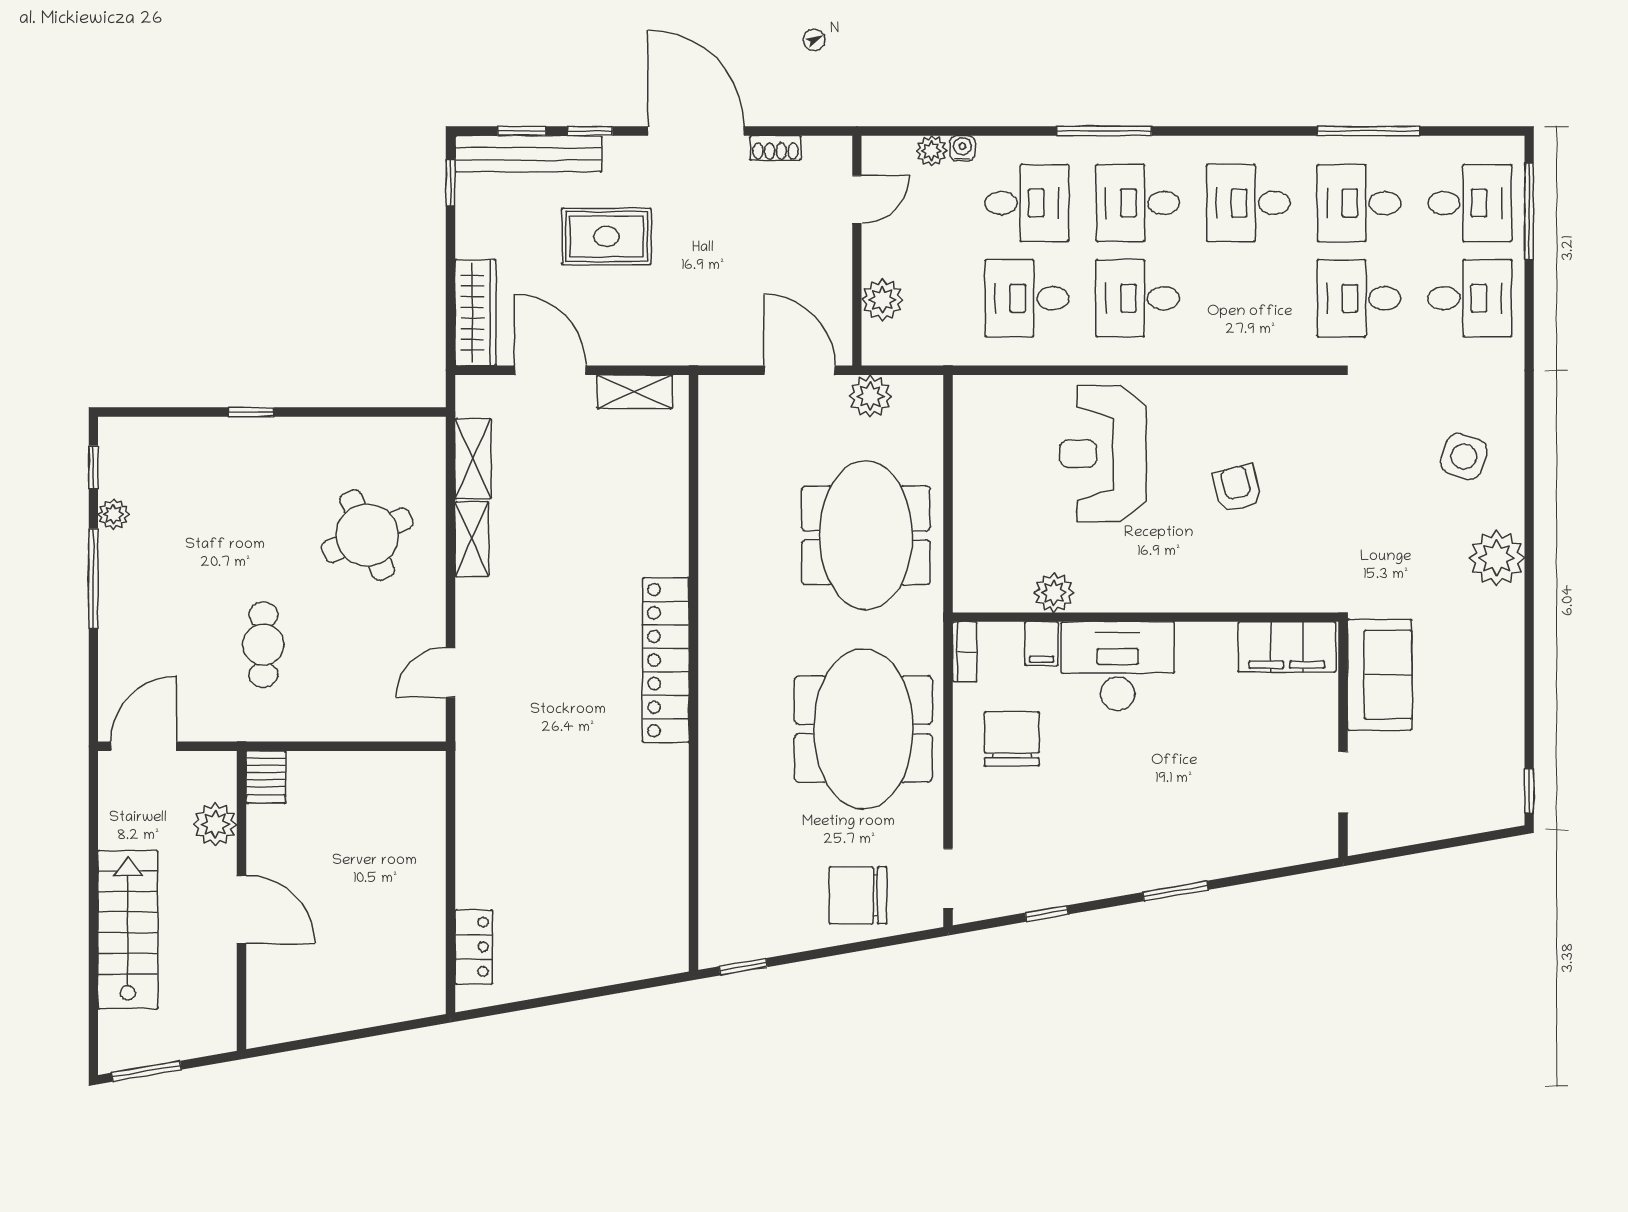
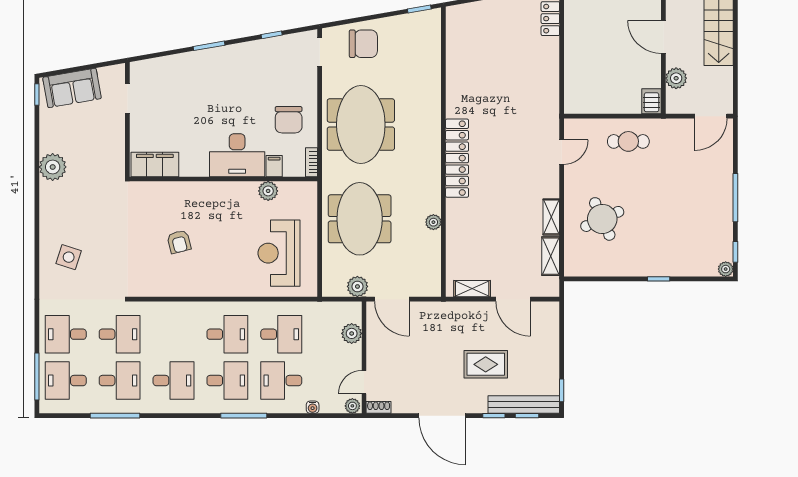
shoe rack: (775, 148) -> (379, 407), moved
plant: (931, 151) -> (352, 406), moved
wardrobe: (476, 313) -> (549, 327), removed
reception desk: (1103, 454) -> (279, 253), moved, turned 180
plant: (113, 514) -> (726, 269), moved
plant: (714, 529) -> (433, 222), added
plant: (1497, 558) -> (53, 167), moved
cafe table: (263, 645) -> (628, 141), moved, turned 90
sofa: (1380, 675) -> (72, 88), moved, turned -100

